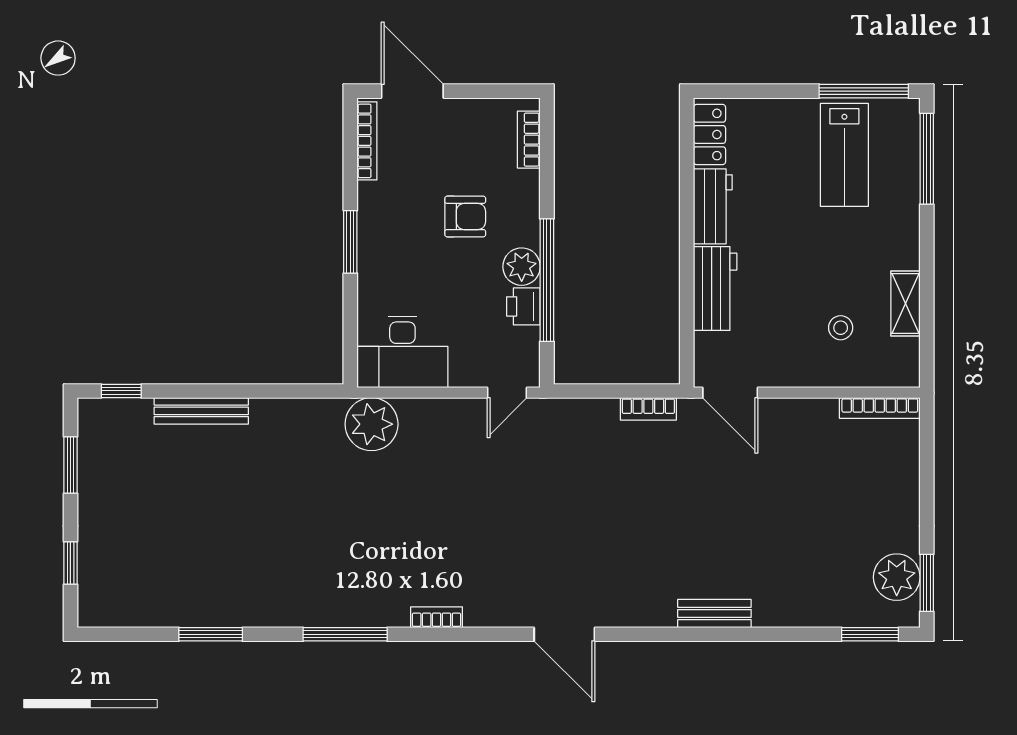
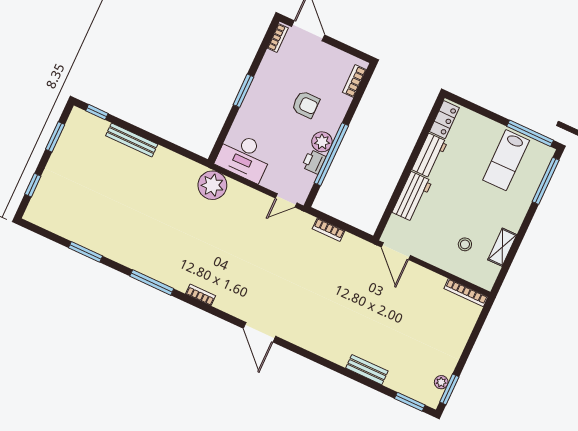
bookcase: (367, 141) -> (278, 38), width x0.64
bookcase: (648, 409) -> (329, 230), moved
plant: (897, 577) -> (441, 382), width x0.53, depth x0.53
bench: (714, 614) -> (367, 370), moved

